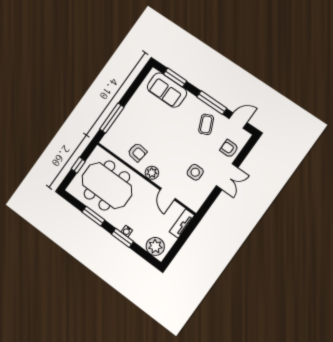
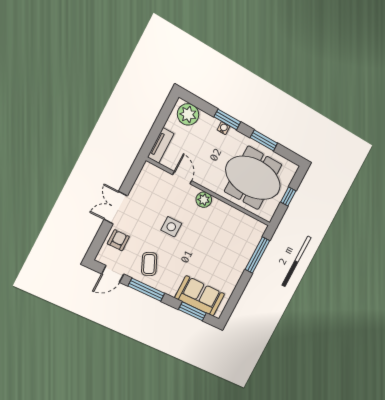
armchair: (229, 149) -> (118, 240), turned -90
armchair: (137, 152) -> (224, 221), removed
side table: (195, 172) -> (171, 227), moved

